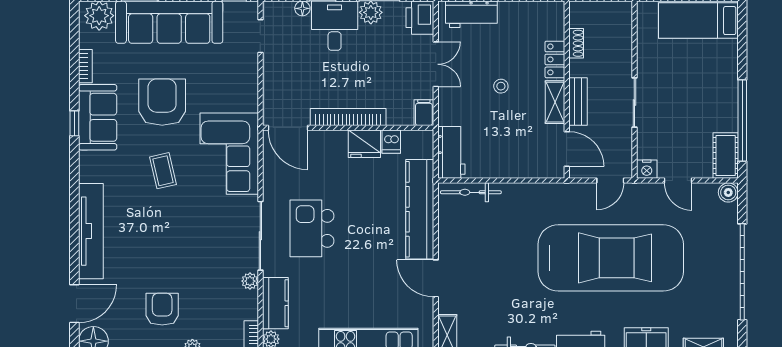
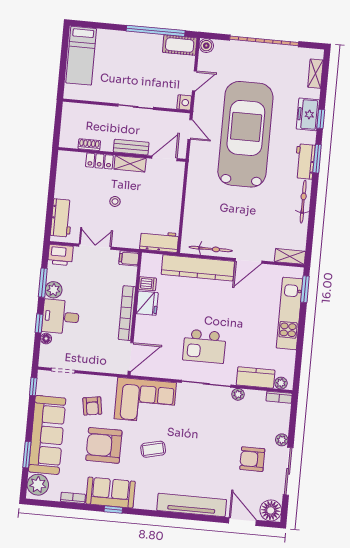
armchair: (215, 81) -> (92, 406), added
bicycle: (471, 192) -> (211, 249), moved, turned -90

